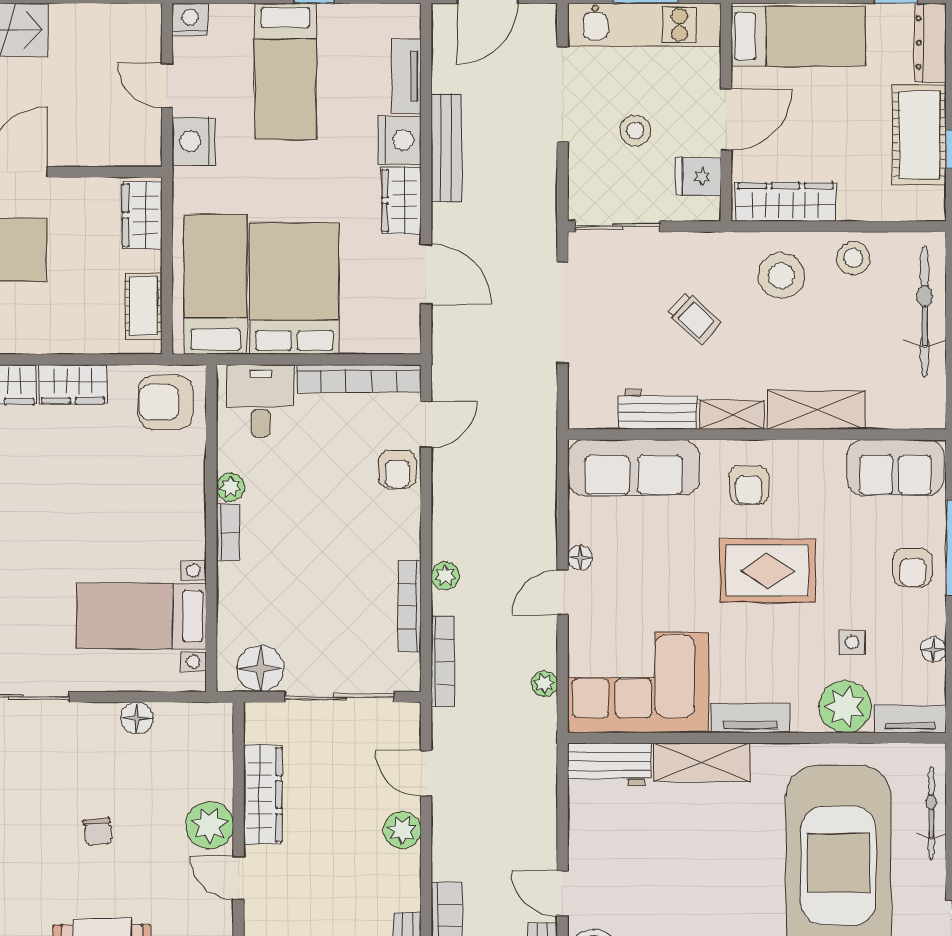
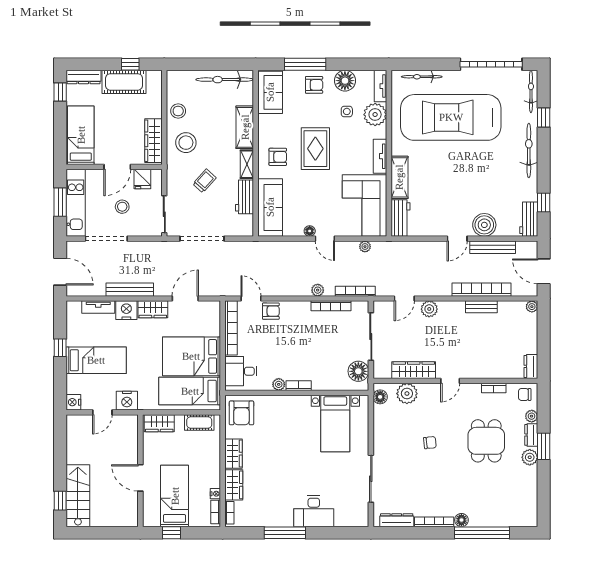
door: (726, 119) -> (117, 167), swing flipped
bicycle: (925, 312) -> (225, 80), moved
floor lamp: (933, 649) -> (345, 81), width x1.89, depth x1.89
floor lamp: (137, 718) -> (380, 397), moved
plant: (210, 825) -> (407, 394), moved

